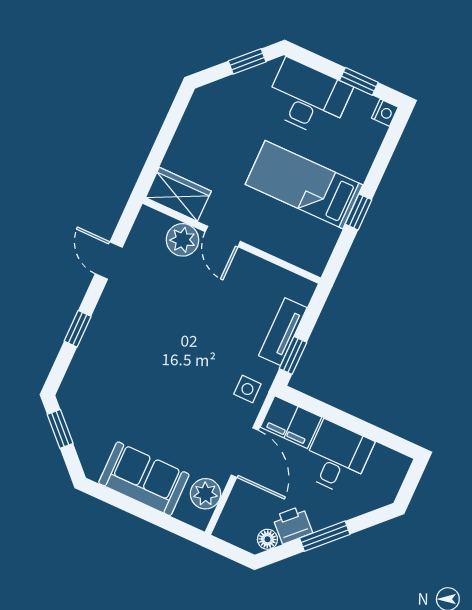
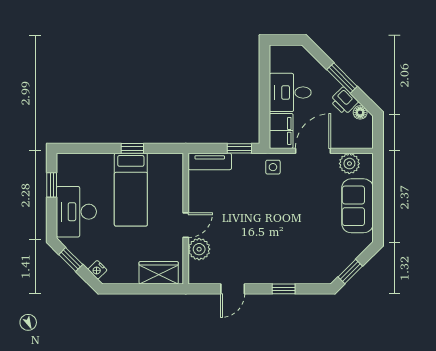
nightstand: (385, 113) -> (97, 270), moved, turned -135
wardrobe: (178, 194) -> (159, 273), moved, turned 90
tv unit: (283, 332) -> (210, 161), moved

